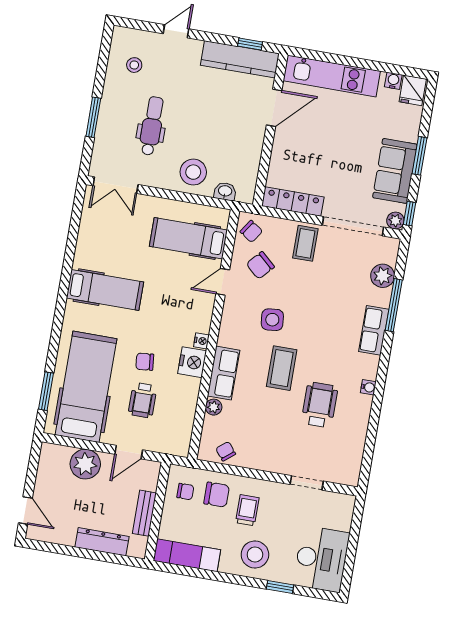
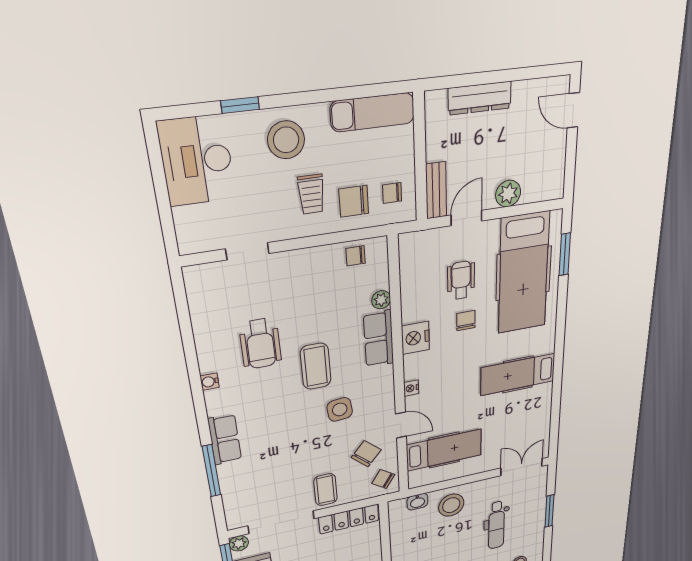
plant: (383, 276) -> (234, 492), removed
door: (223, 282) -> (401, 425), hinge flipped
nightstand: (201, 341) -> (411, 388), moved
chair: (145, 362) -> (466, 321), turned -84
chair: (226, 451) -> (356, 256), turned 129
plant: (85, 464) -> (508, 194), width x0.73, depth x0.73
bench: (144, 513) -> (436, 190), moved

